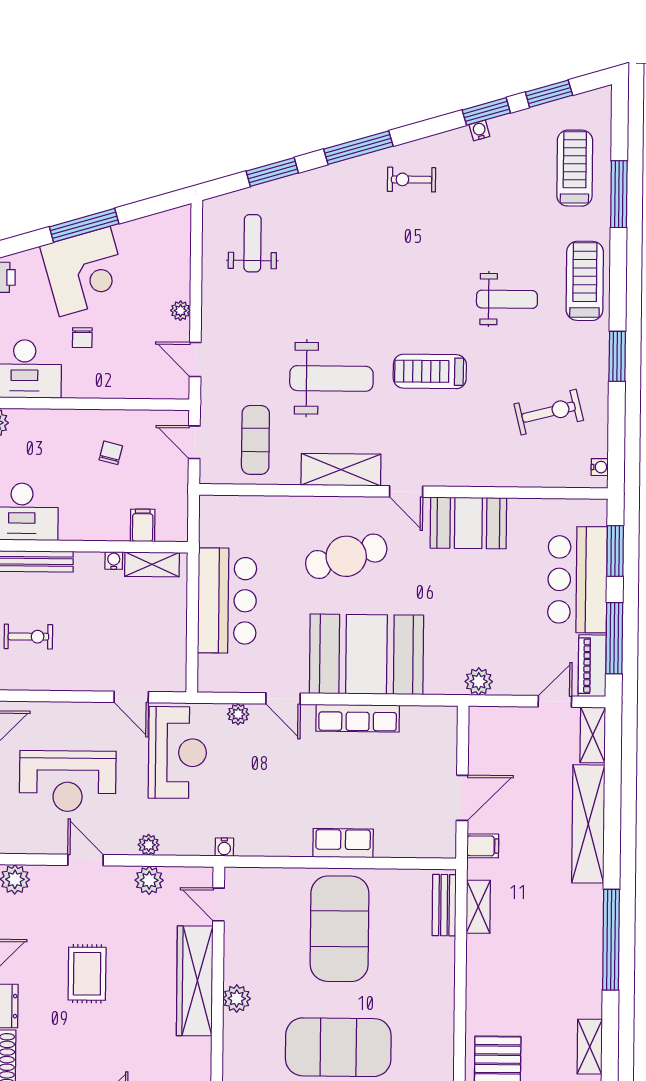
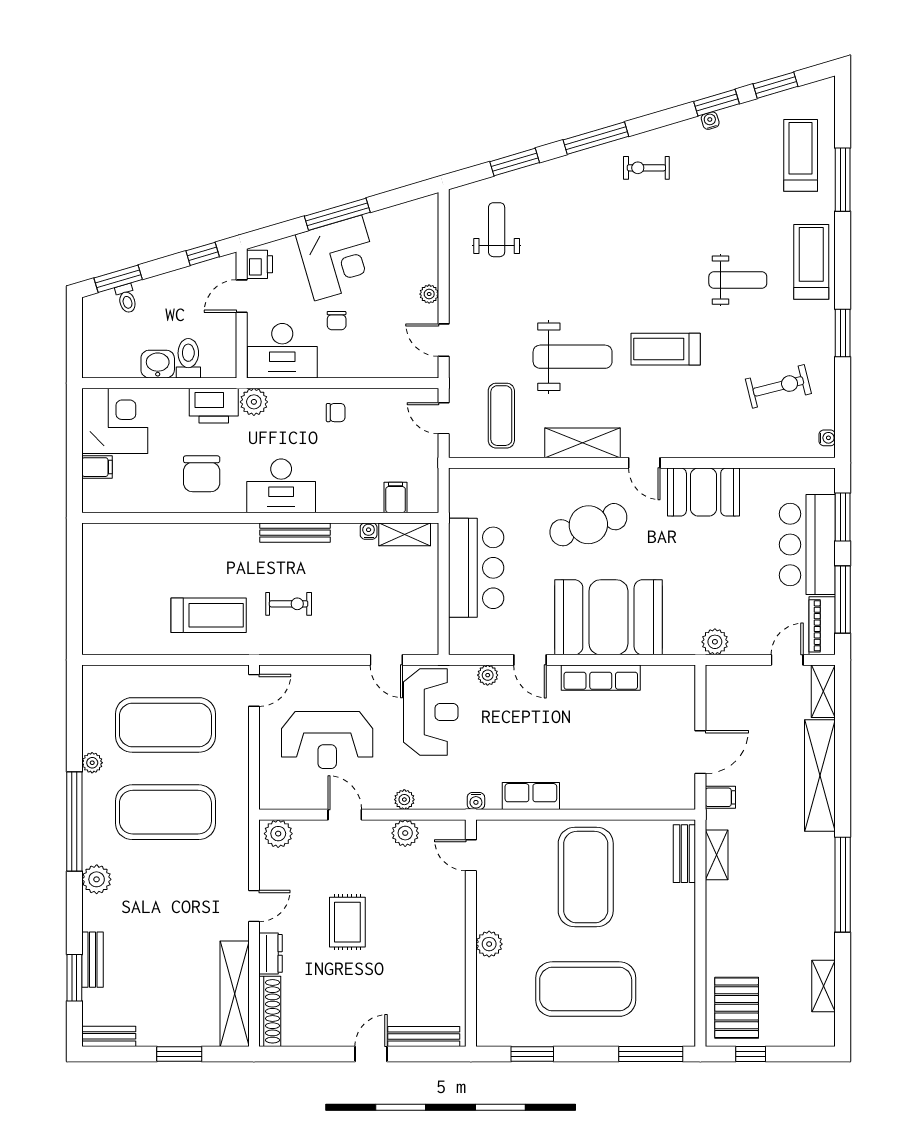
chair: (111, 453) -> (336, 413), moved, turned 76
row of seats: (343, 843) -> (531, 796), moved
wardrobe: (195, 981) -> (449, 928), removed

